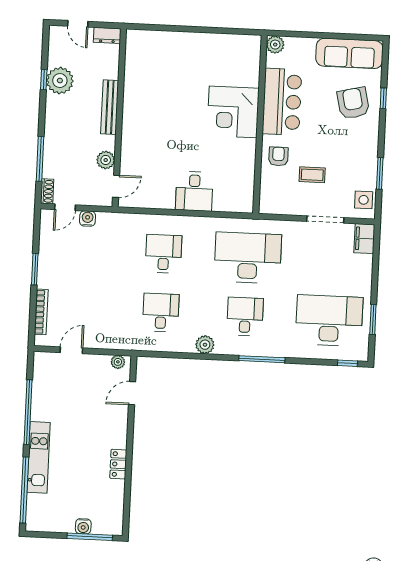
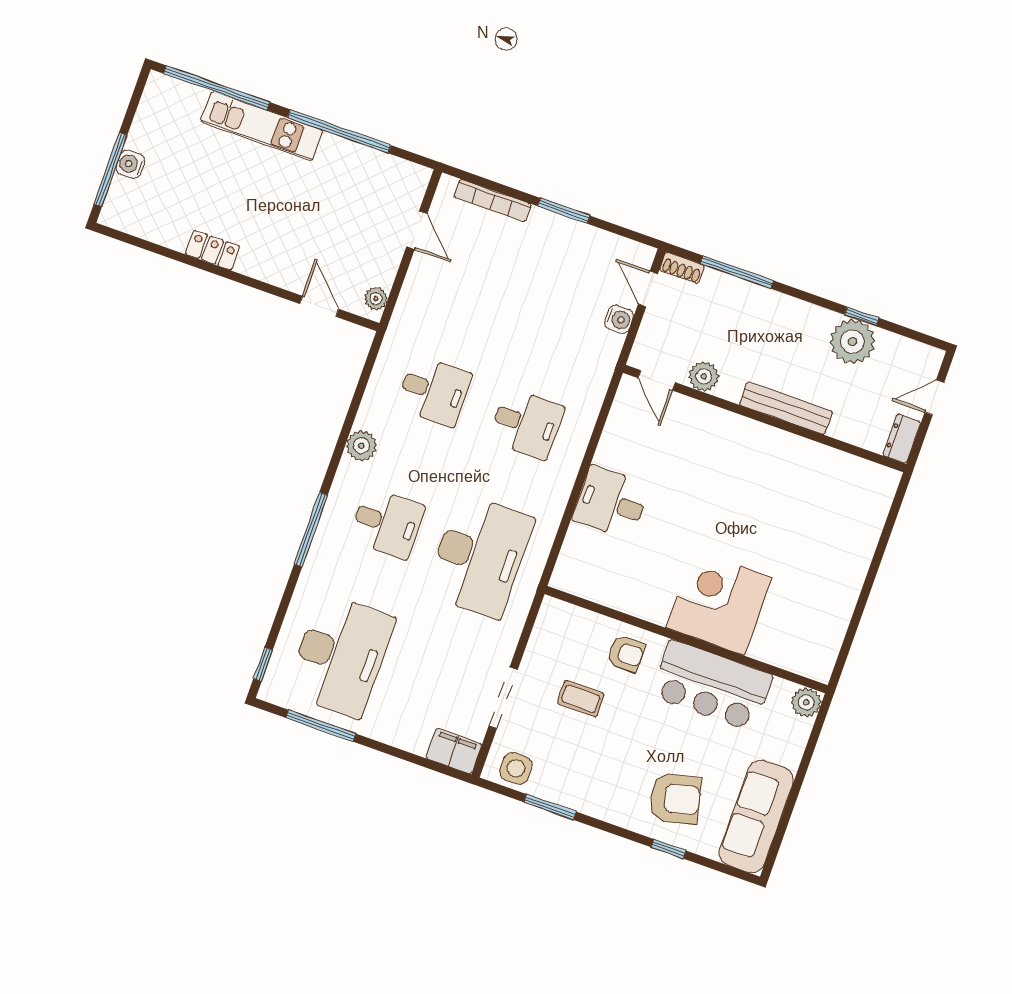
coffee table: (312, 175) -> (581, 699), turned 90
window: (373, 319) -> (321, 726), width x1.44

